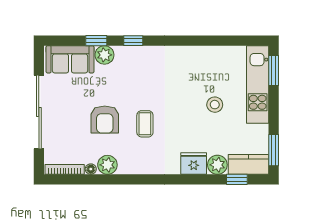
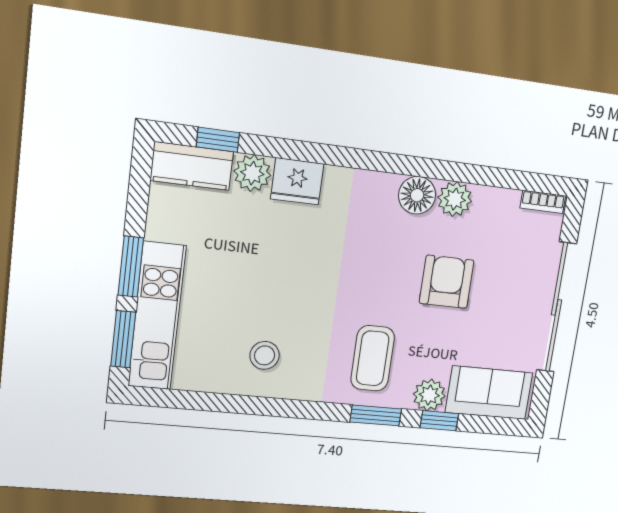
window: (133, 41) -> (376, 415), width x1.50
stool: (215, 105) -> (265, 355), moved
coffee table: (145, 124) -> (373, 358), moved, width x1.36, depth x1.30
window: (274, 150) -> (131, 267), moved
bookcase: (65, 169) -> (543, 202), width x0.64
floor lamp: (91, 169) -> (417, 195), moved, width x1.89, depth x1.89

